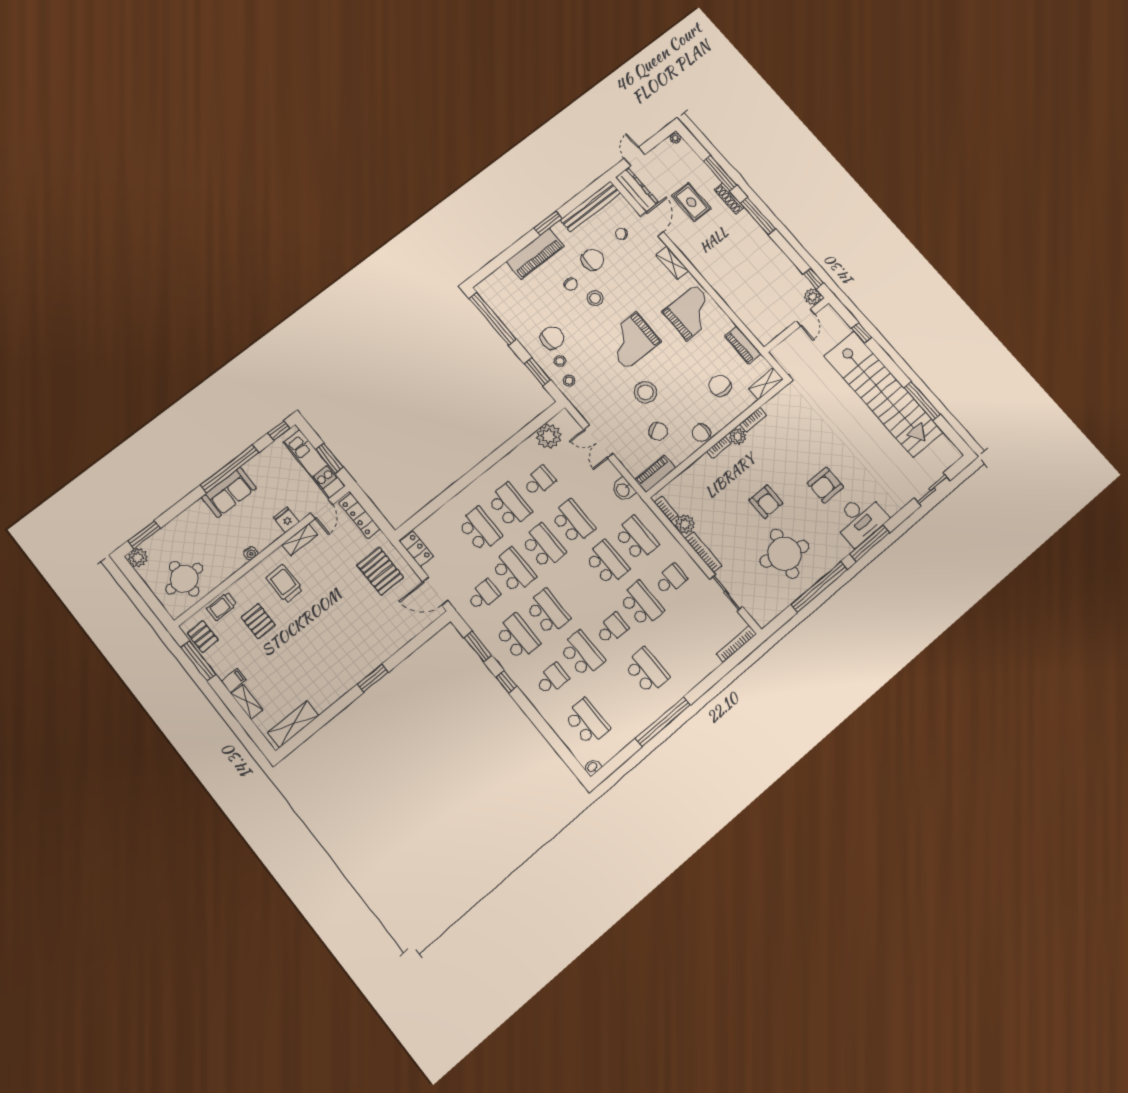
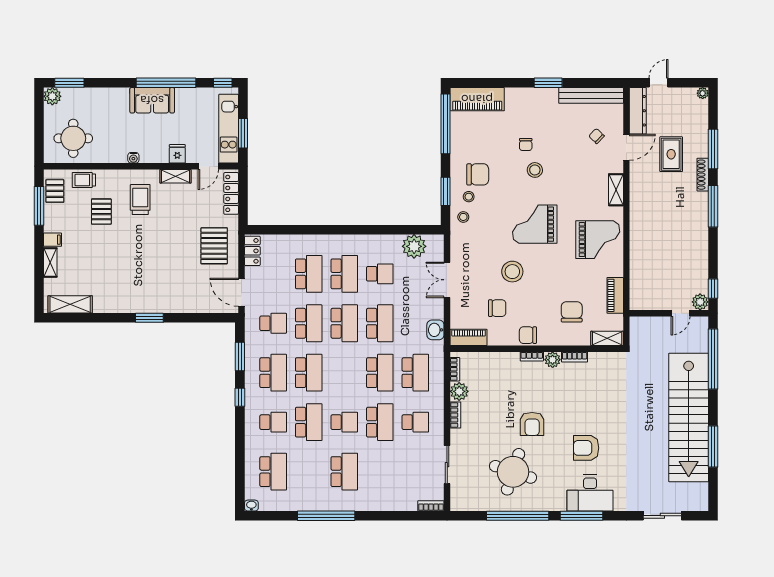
piano: (535, 254) -> (477, 99), moved
chair: (593, 260) -> (558, 139), removed
window: (861, 333) -> (713, 359), width x3.17
chair: (658, 431) -> (497, 308), turned -62
bookcase: (703, 552) -> (455, 415), width x0.64
bookcase: (736, 644) -> (431, 506), width x0.64

